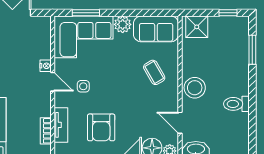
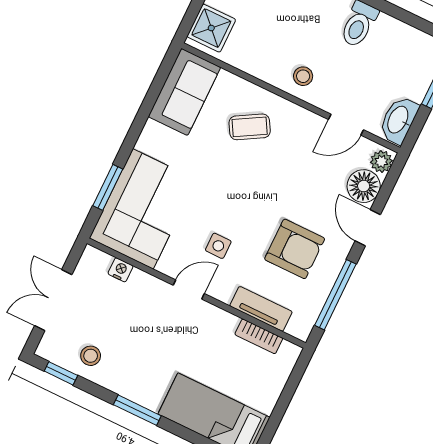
plant: (123, 24) -> (153, 140), removed
nightstand: (46, 66) -> (121, 270), moved
stool: (195, 88) -> (303, 76), width x0.53, depth x0.53

